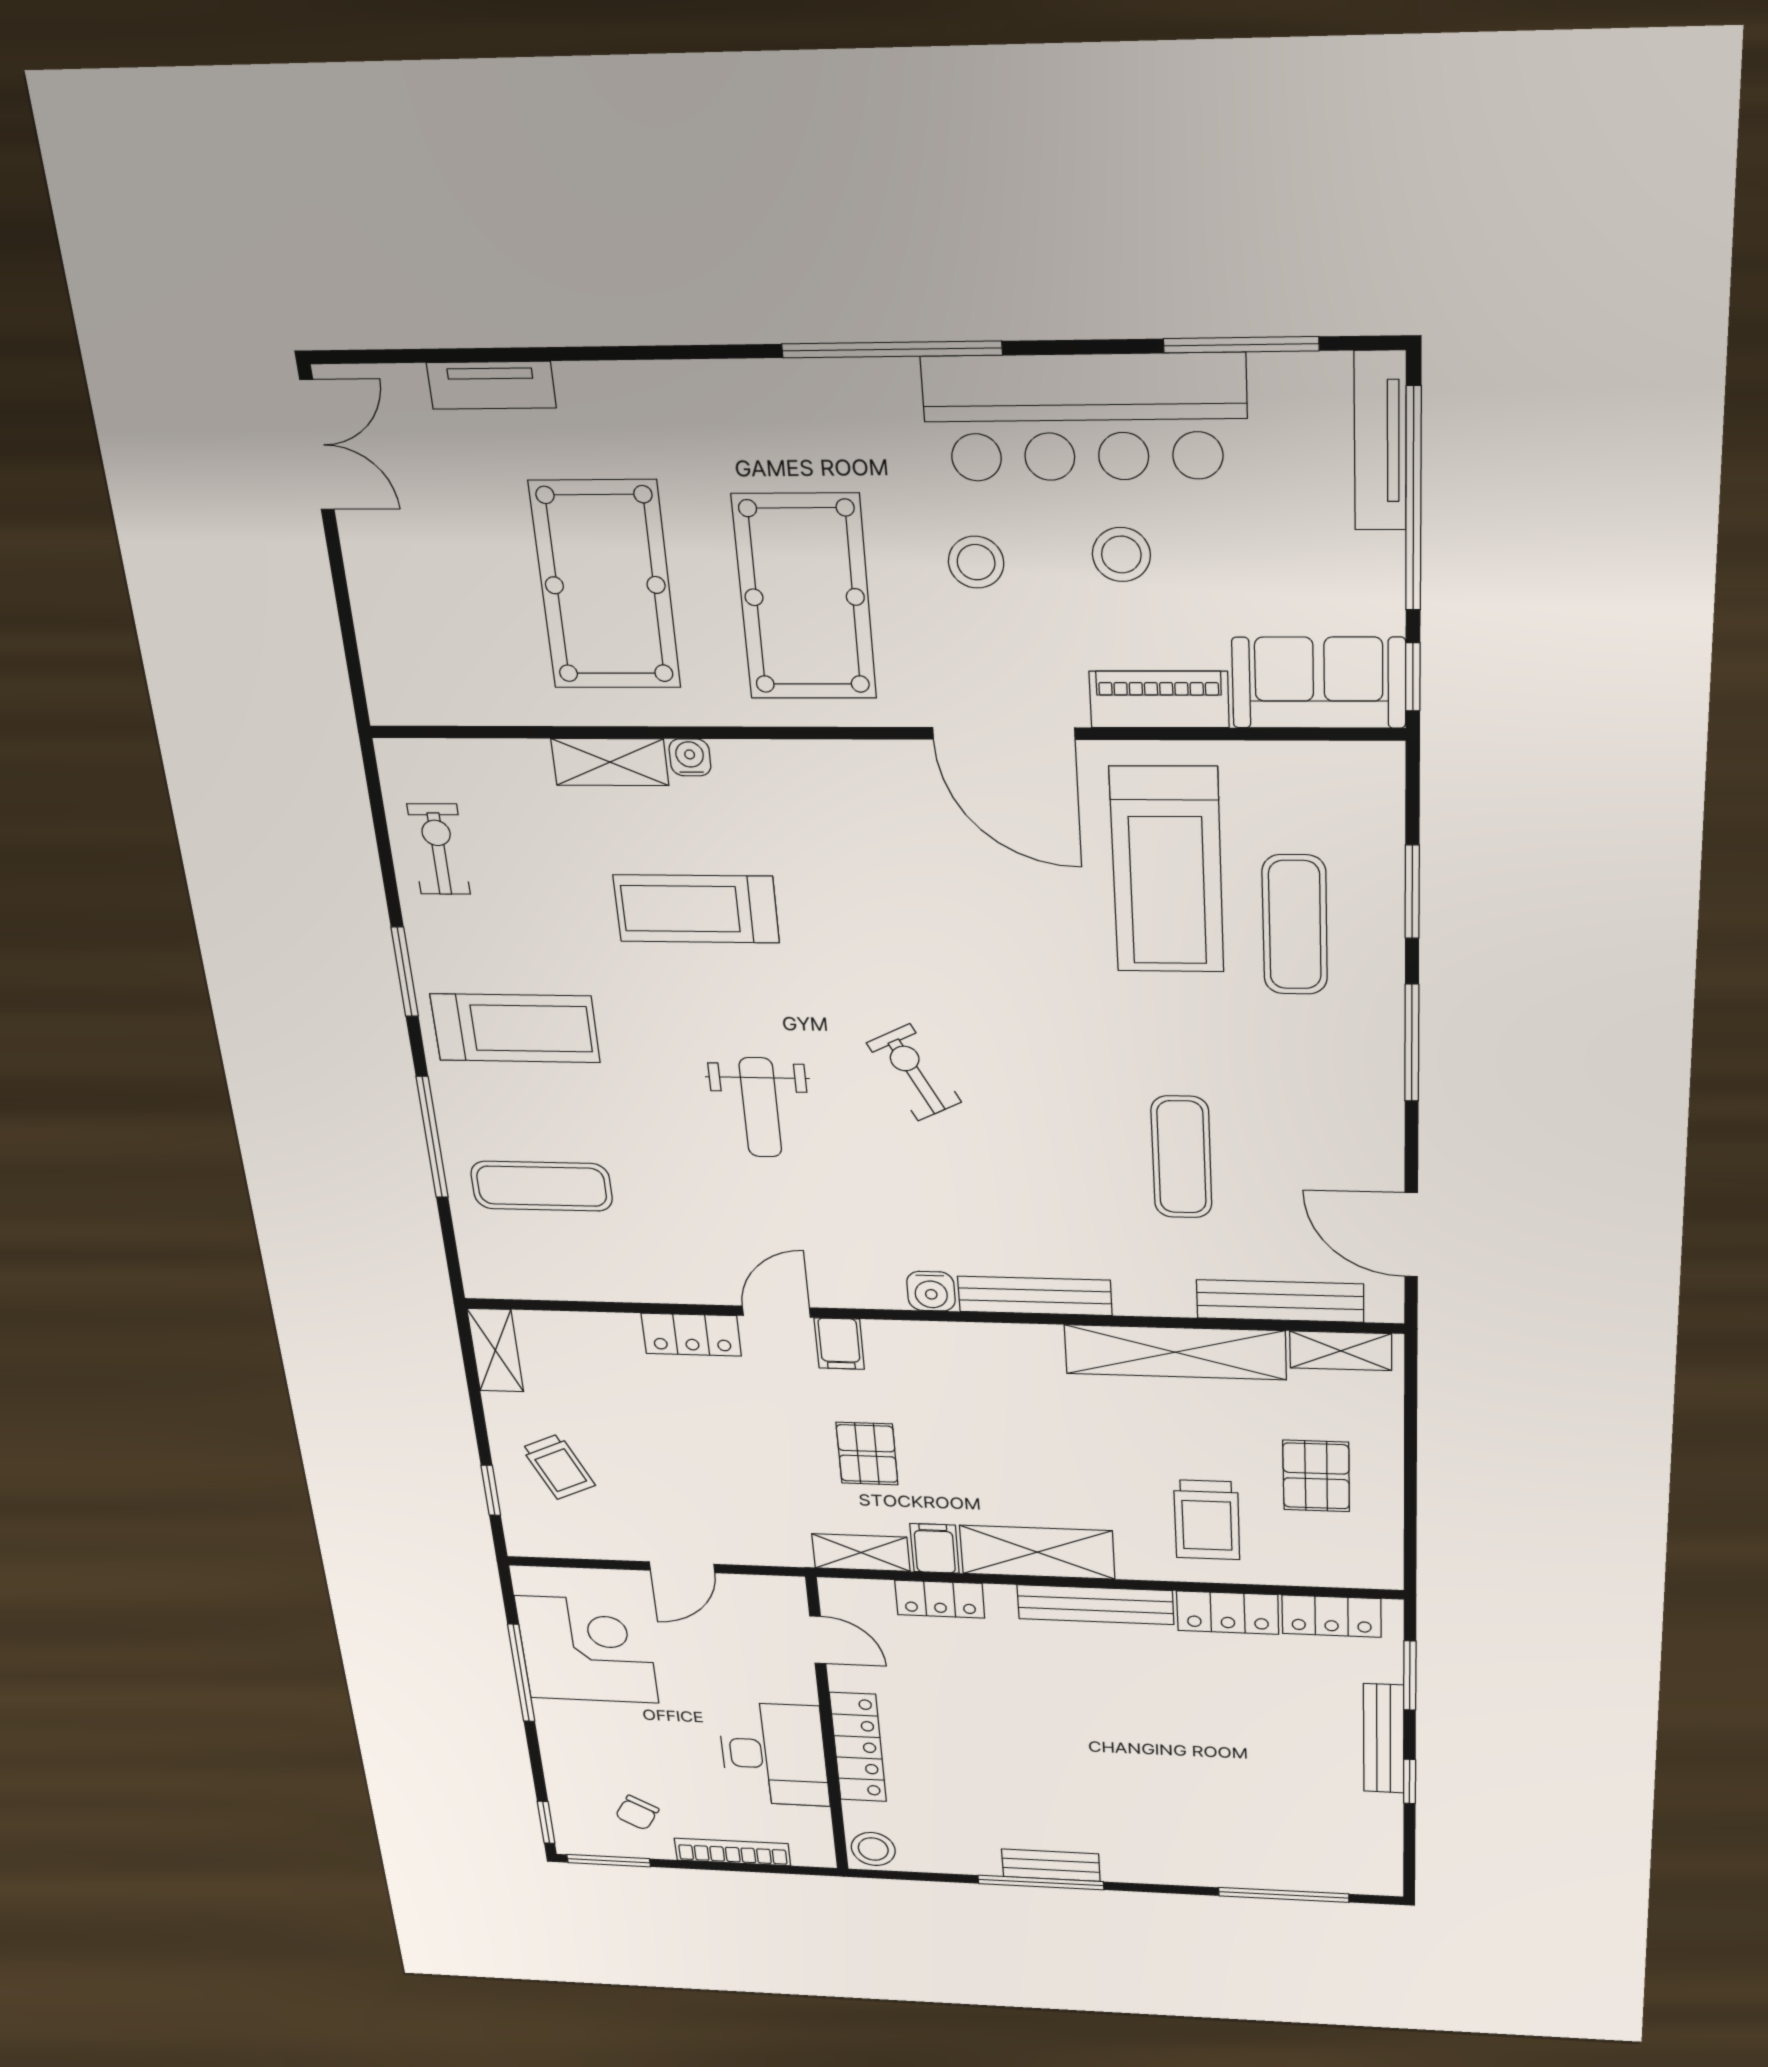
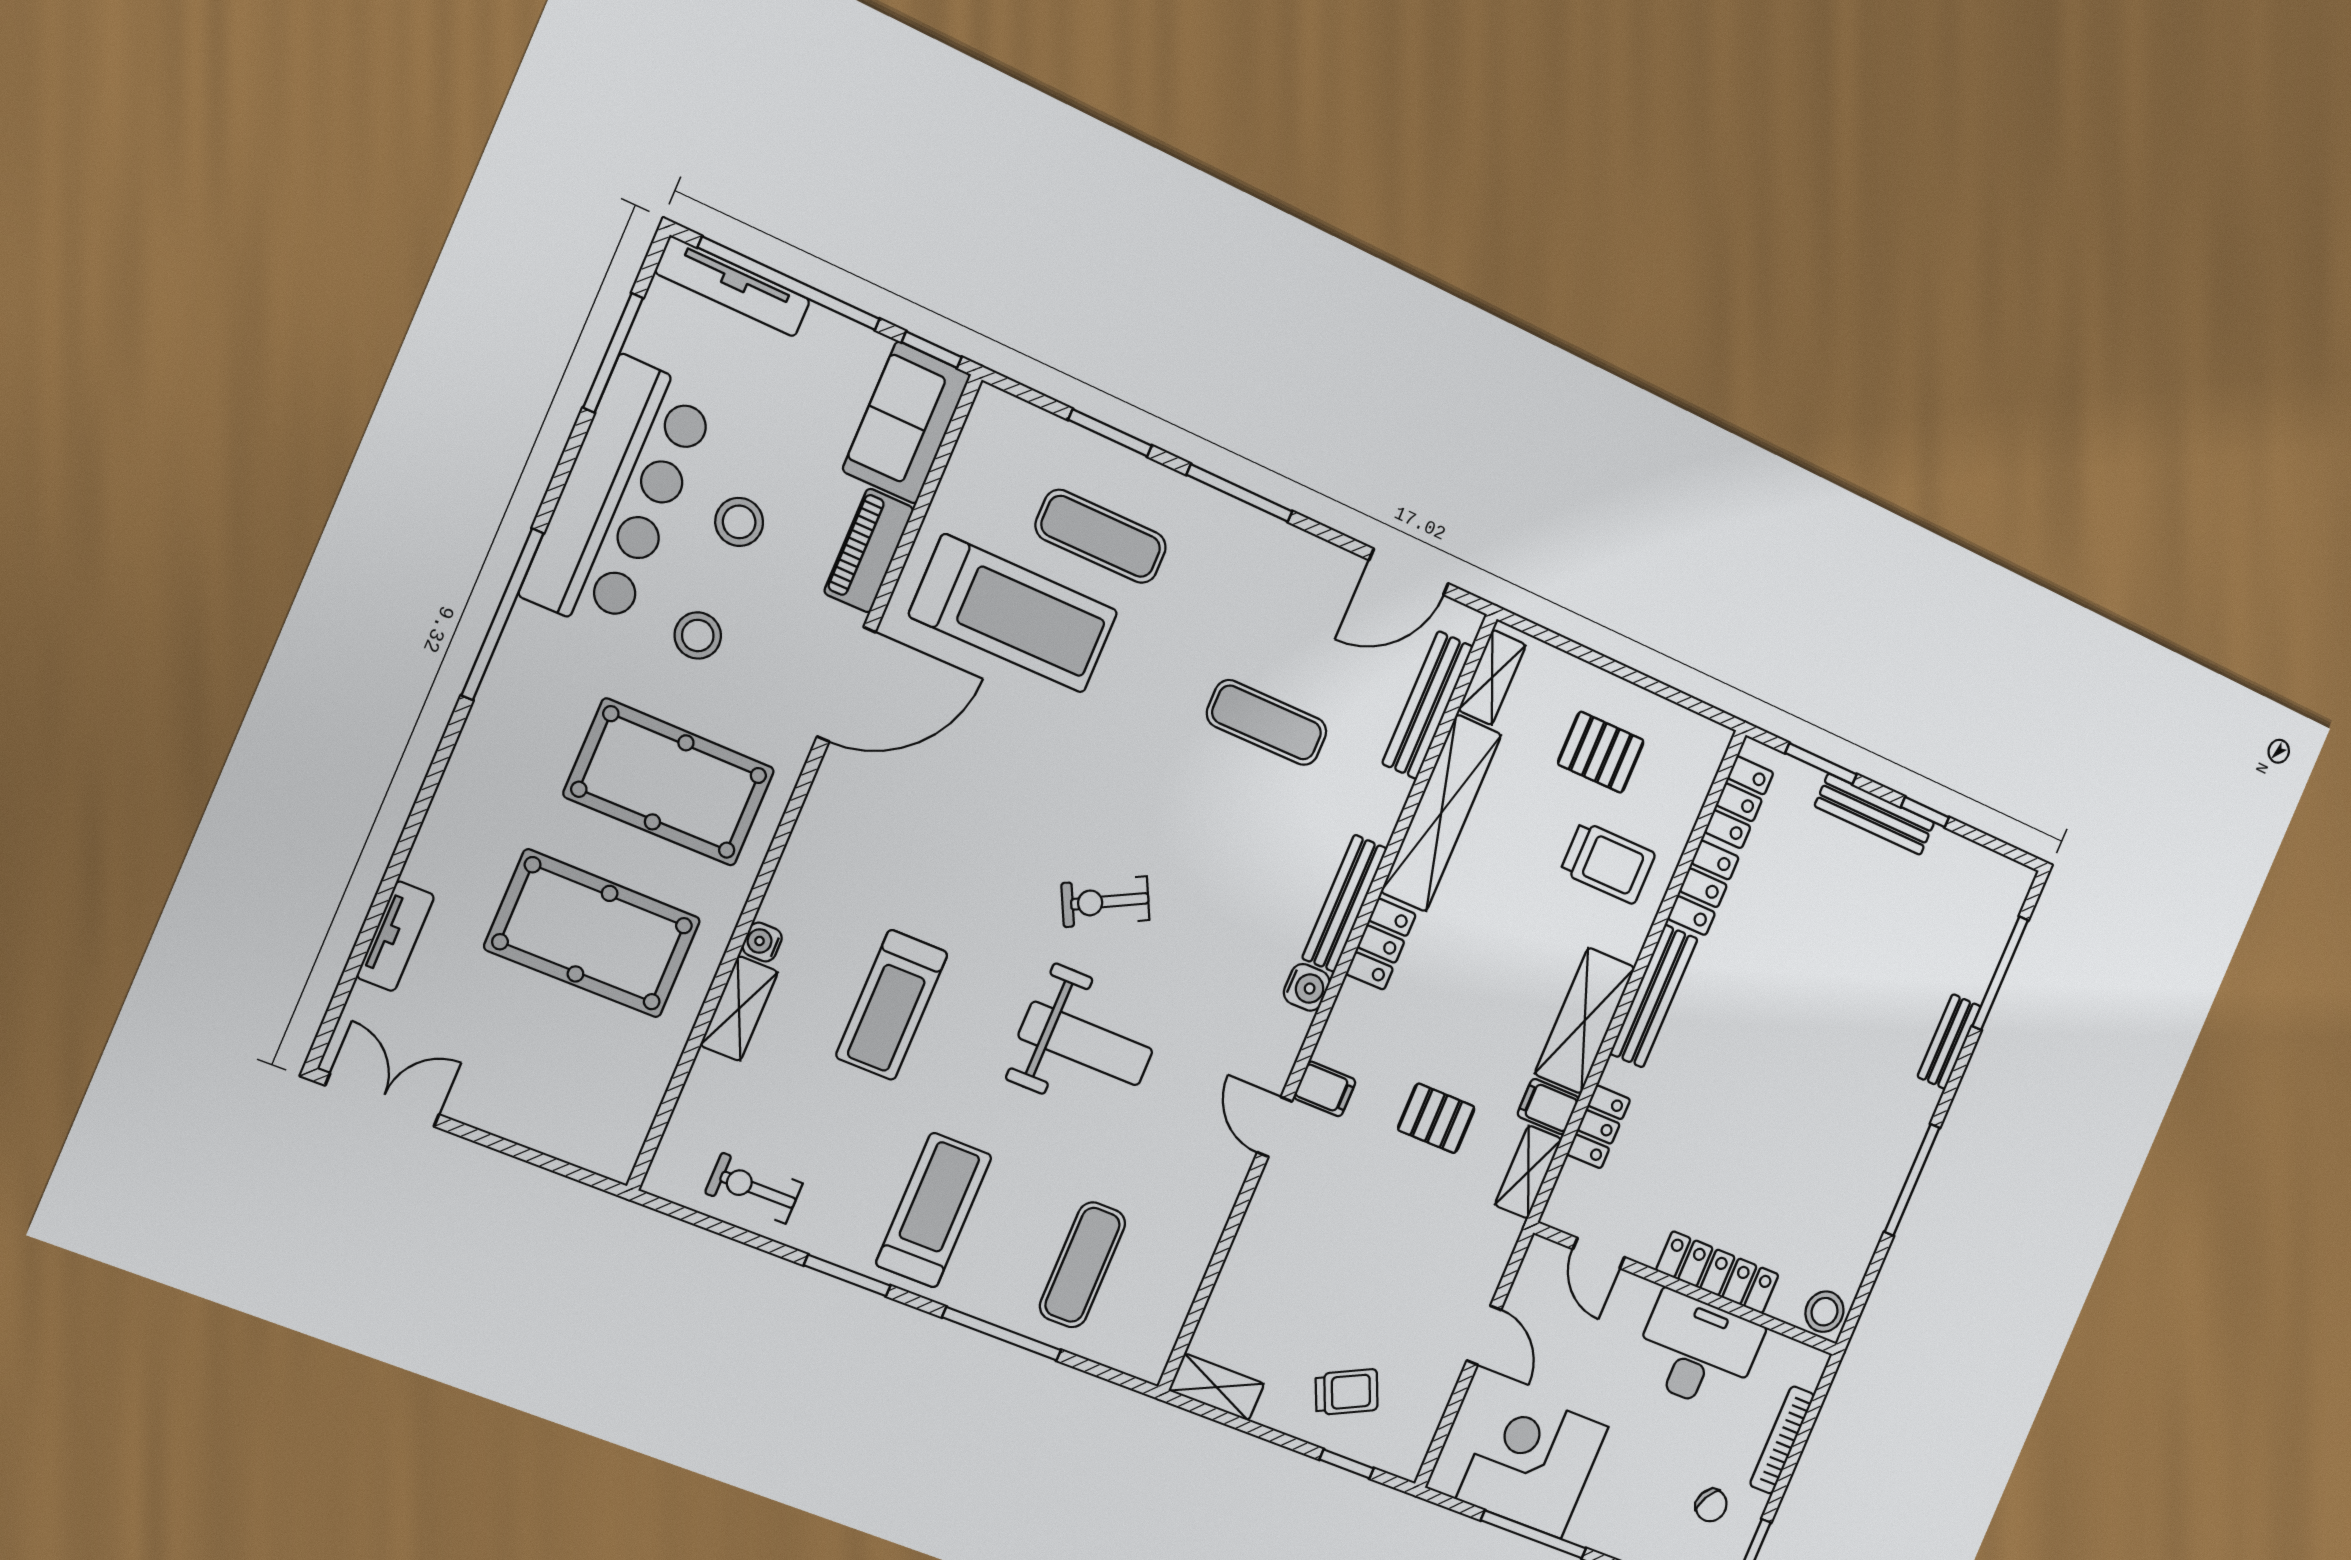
weight bench: (760, 1107) -> (1086, 1044), width x1.36, depth x1.33
locker: (691, 1335) -> (1381, 944), moved
door: (818, 1640) -> (1599, 1253), swing flipped
bench: (1051, 1865) -> (1949, 1042), moved

